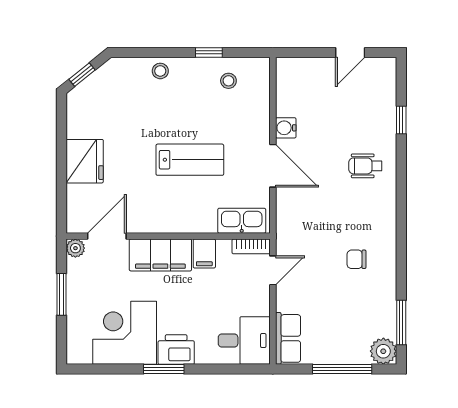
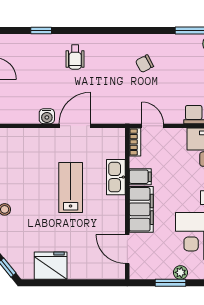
stool: (228, 81) -> (12, 159), removed
fridge: (85, 161) -> (51, 266), moved
kitchen sink: (242, 221) -> (116, 177), moved
plant: (75, 248) -> (181, 272), moved
chair: (356, 259) -> (145, 64), turned 62

